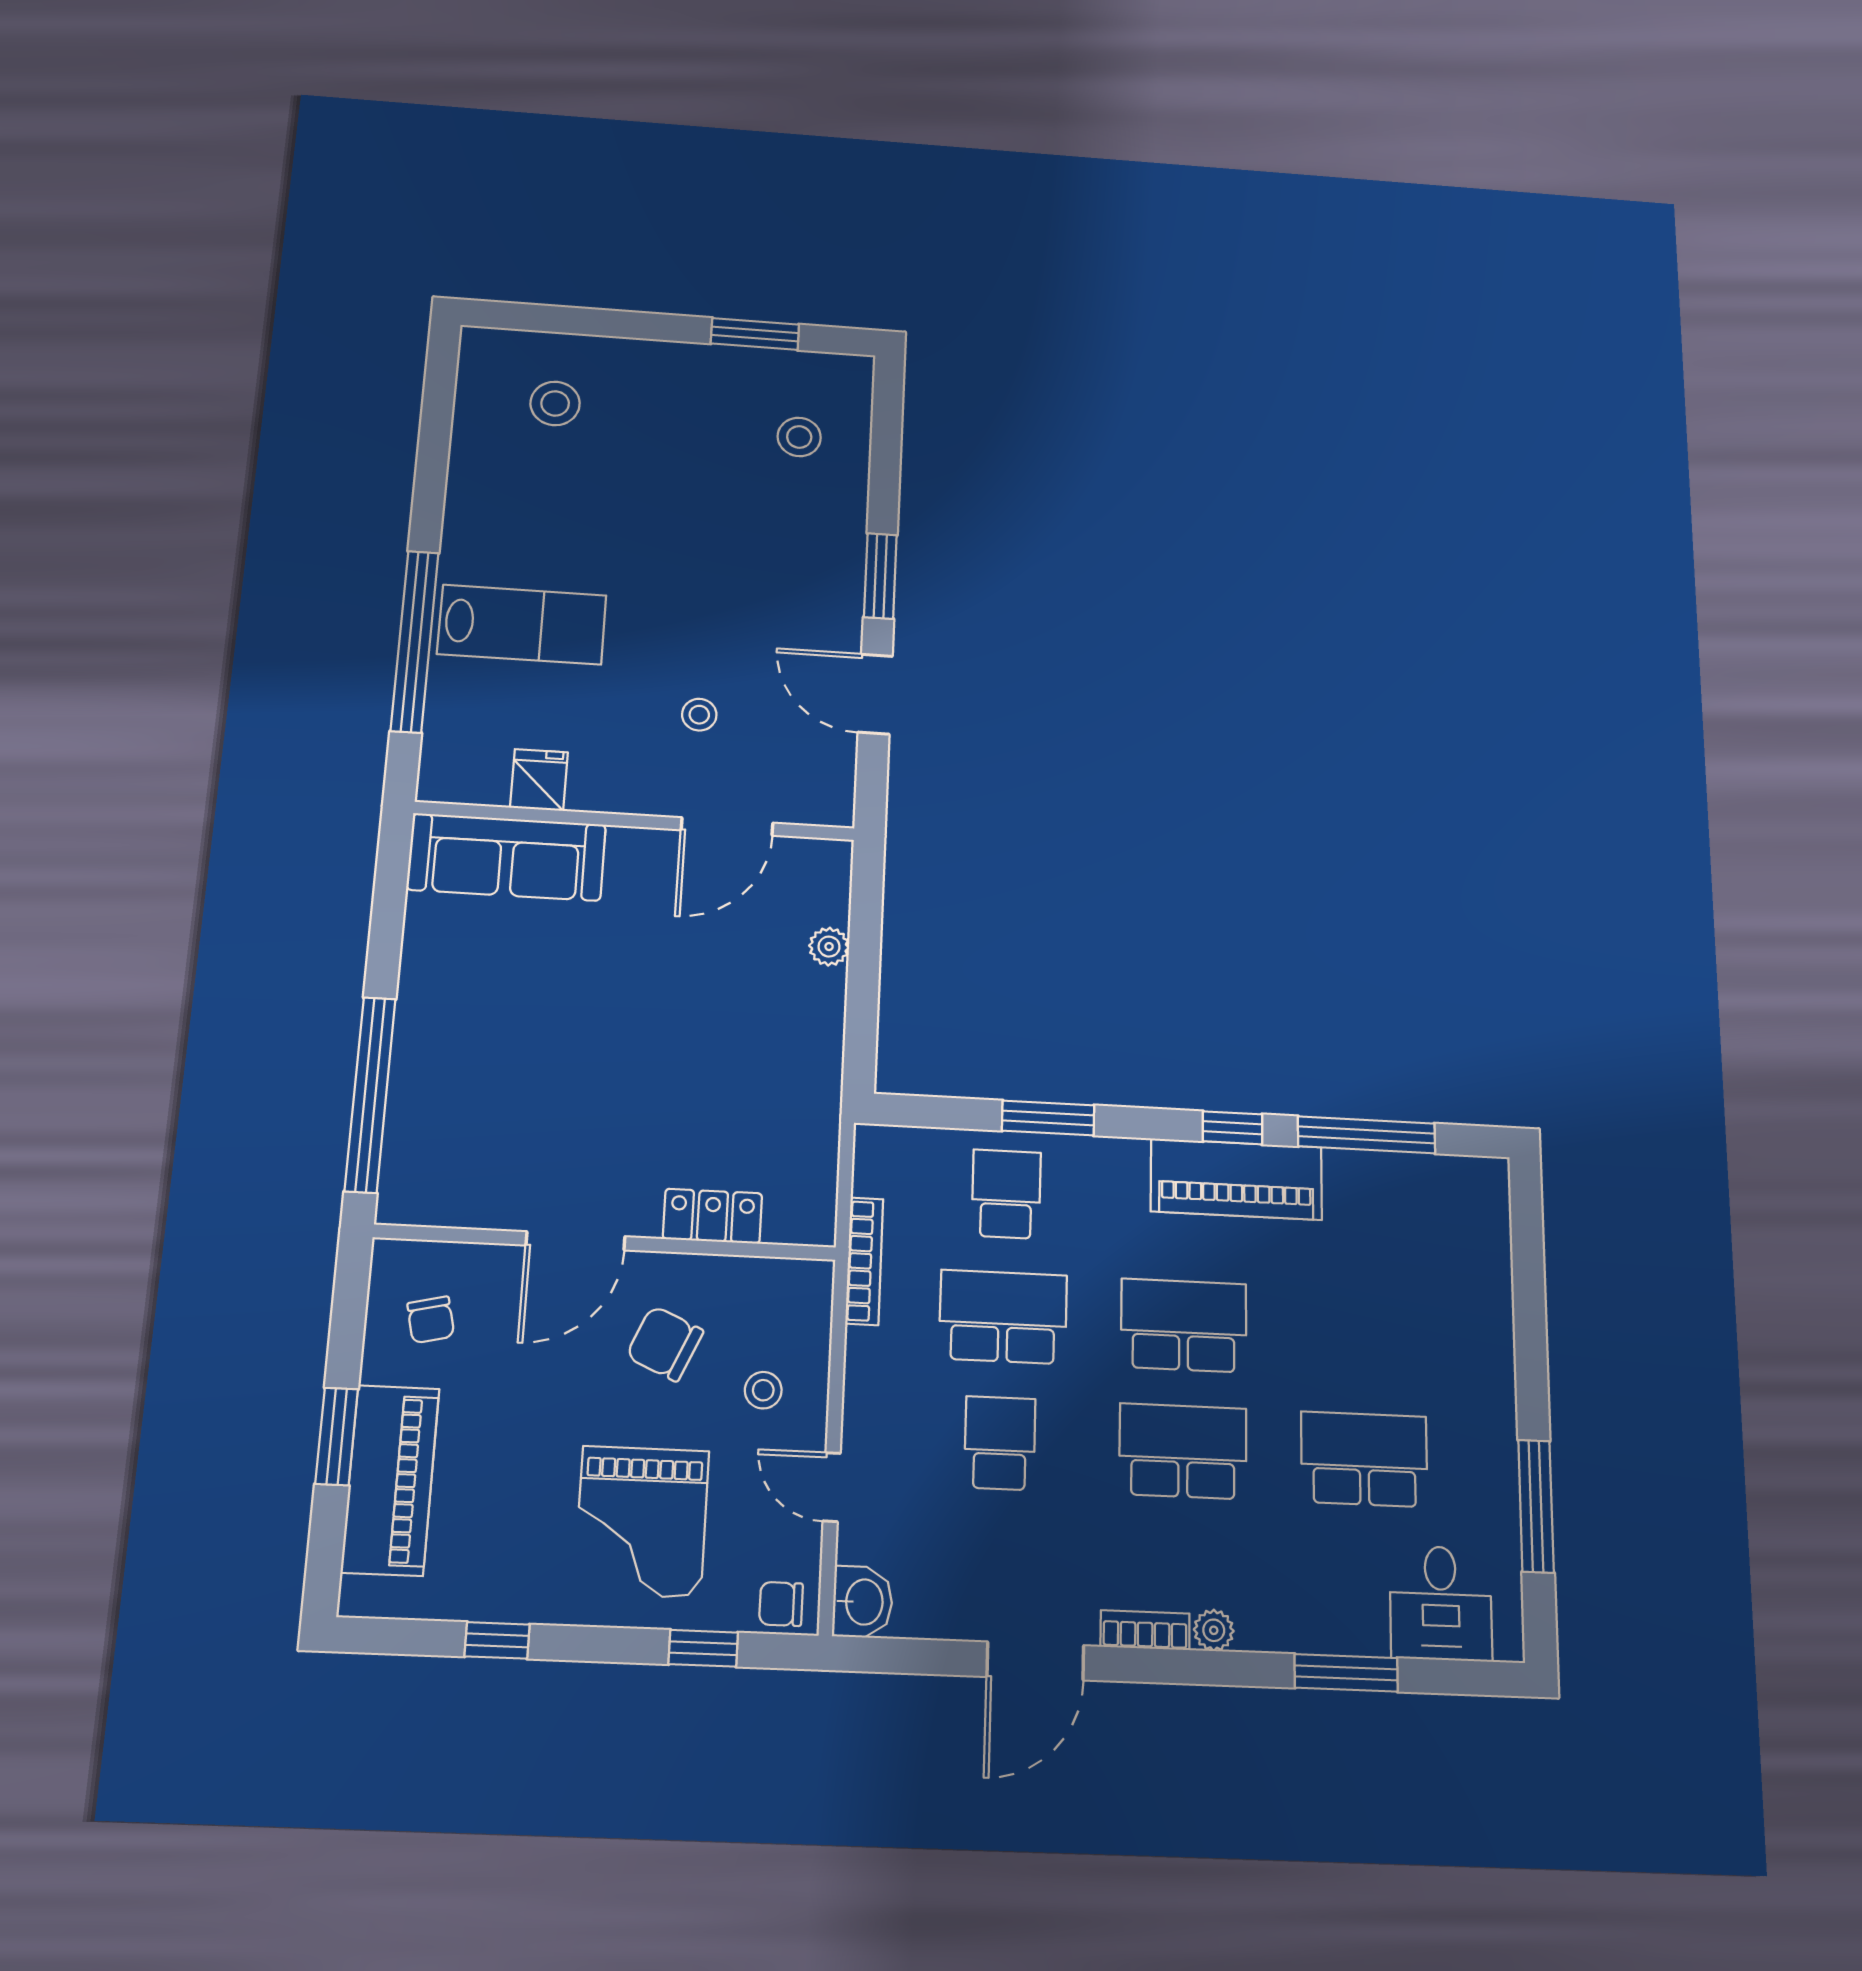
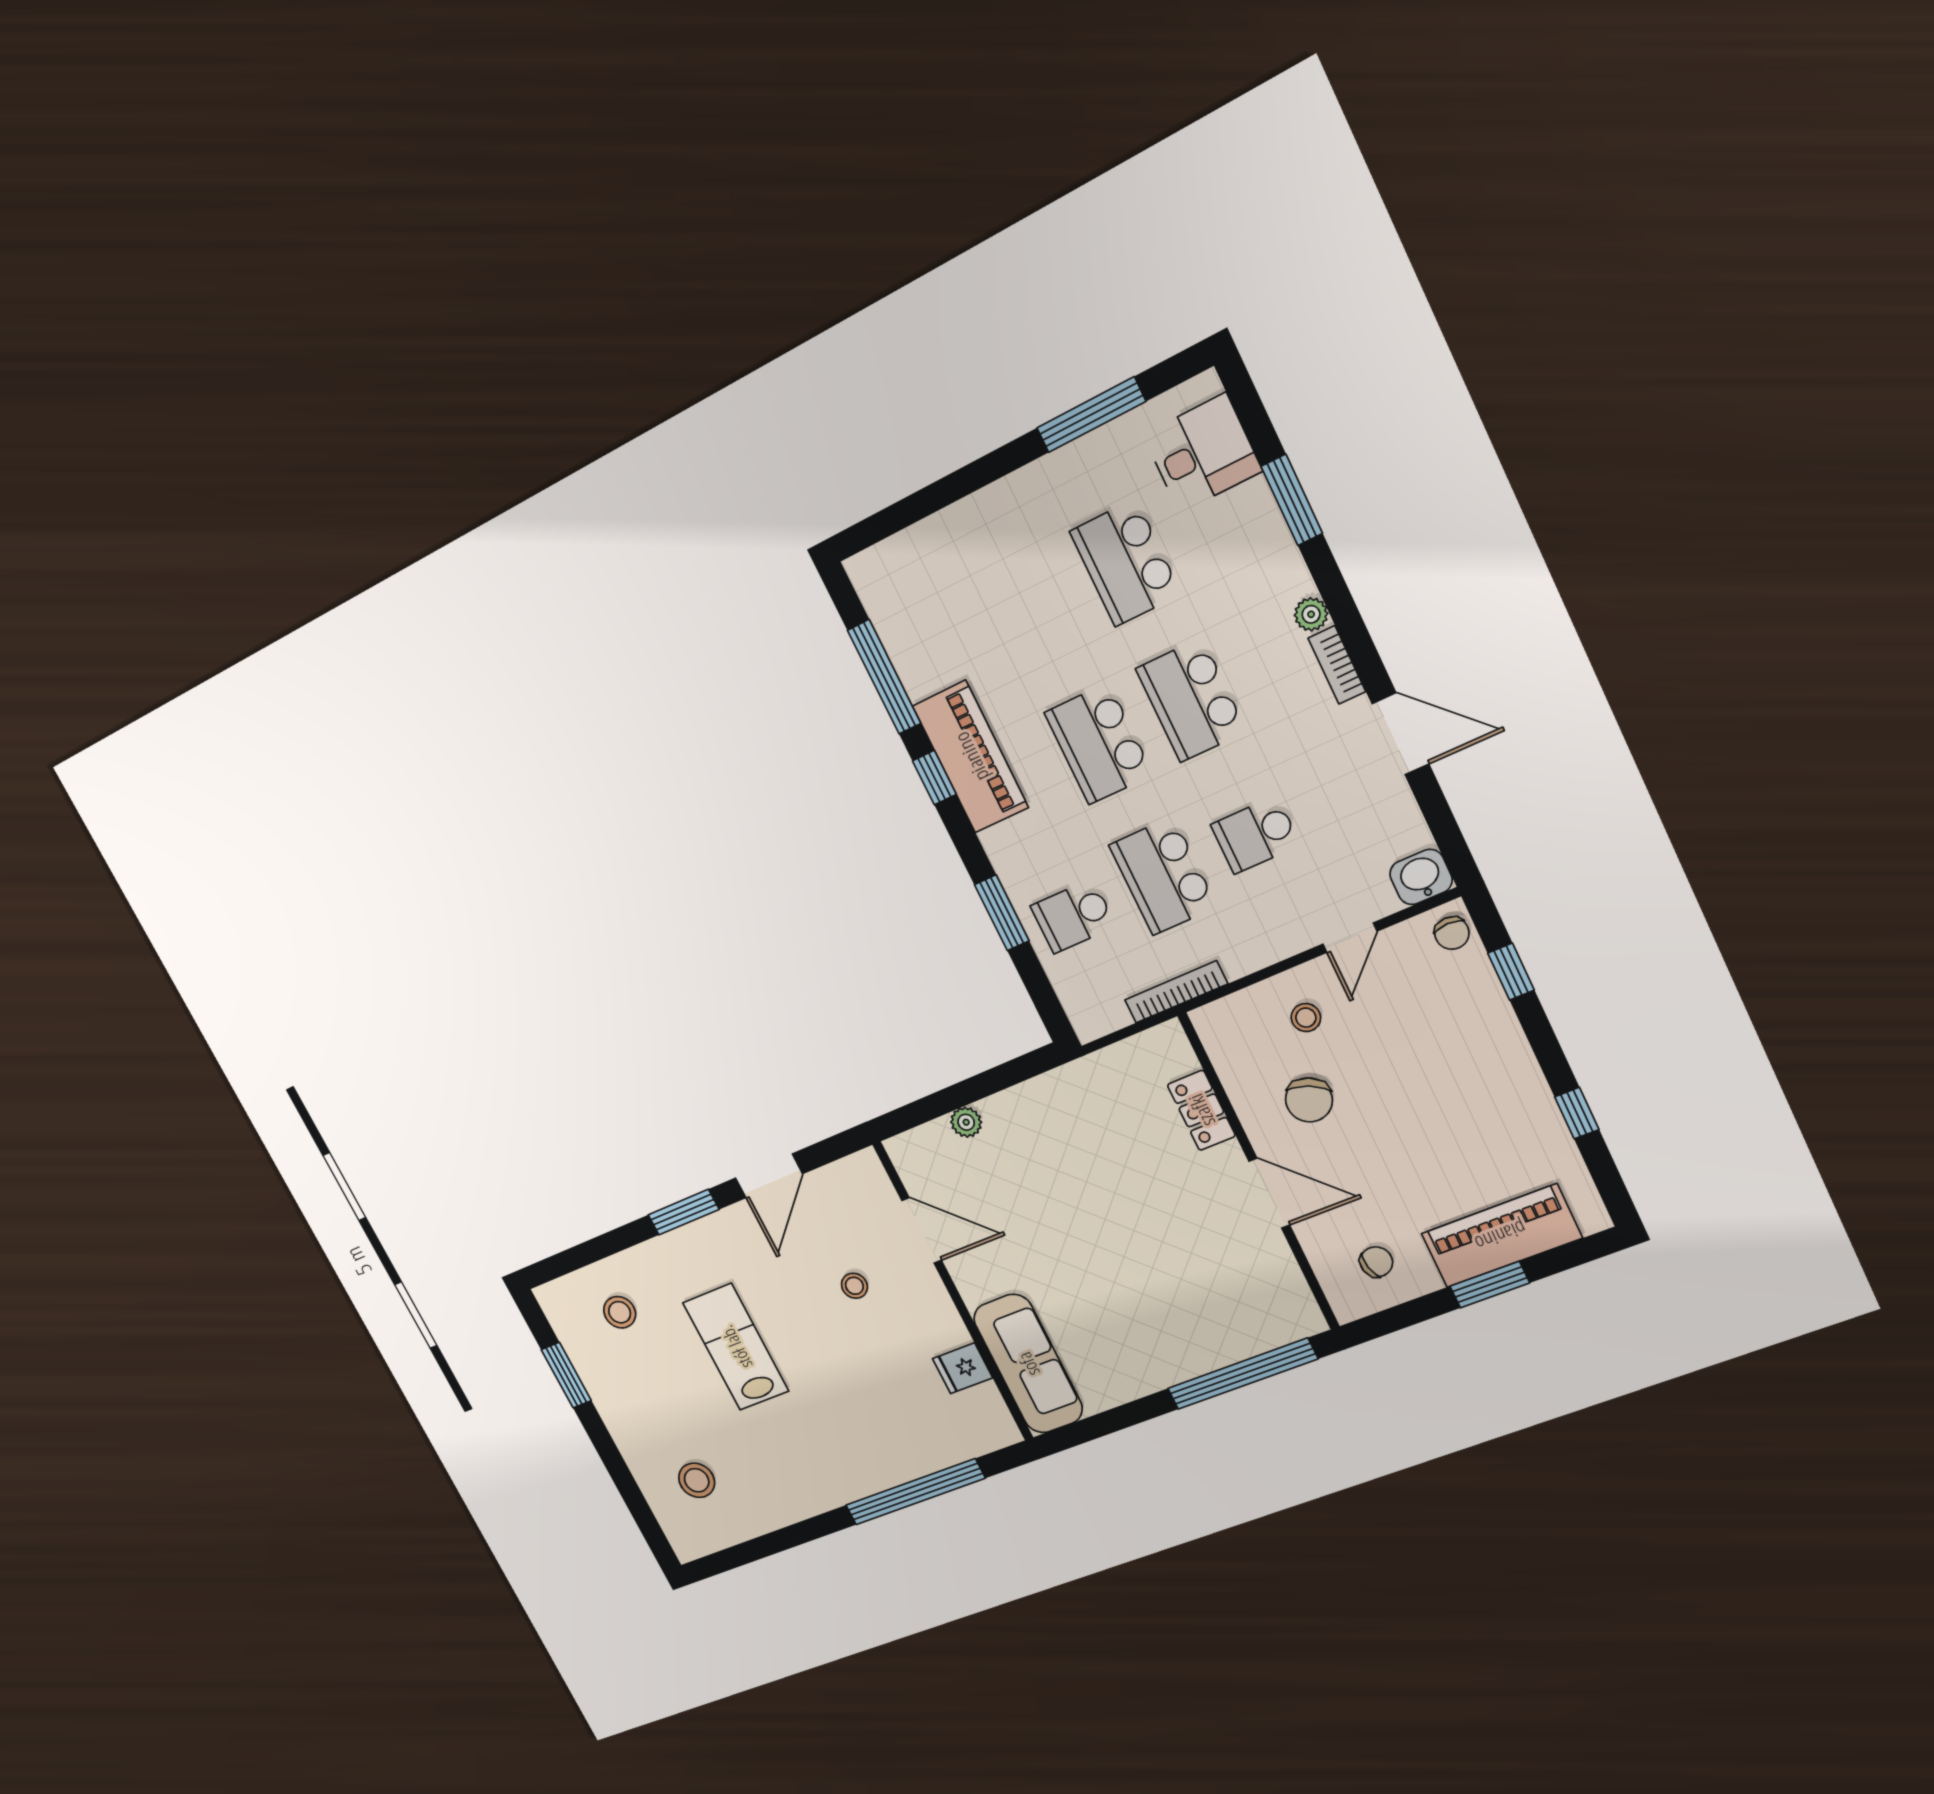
lab bench: (522, 625) -> (736, 1347), moved
grand piano: (642, 1522) -> (1443, 1056), removed

